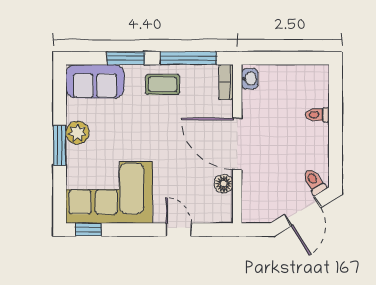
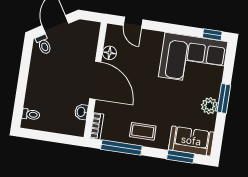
window: (126, 58) -> (181, 157), moved
washbasin: (250, 79) -> (81, 112), moved
toilet: (317, 115) -> (31, 114), moved
door: (179, 230) -> (133, 23), moved

